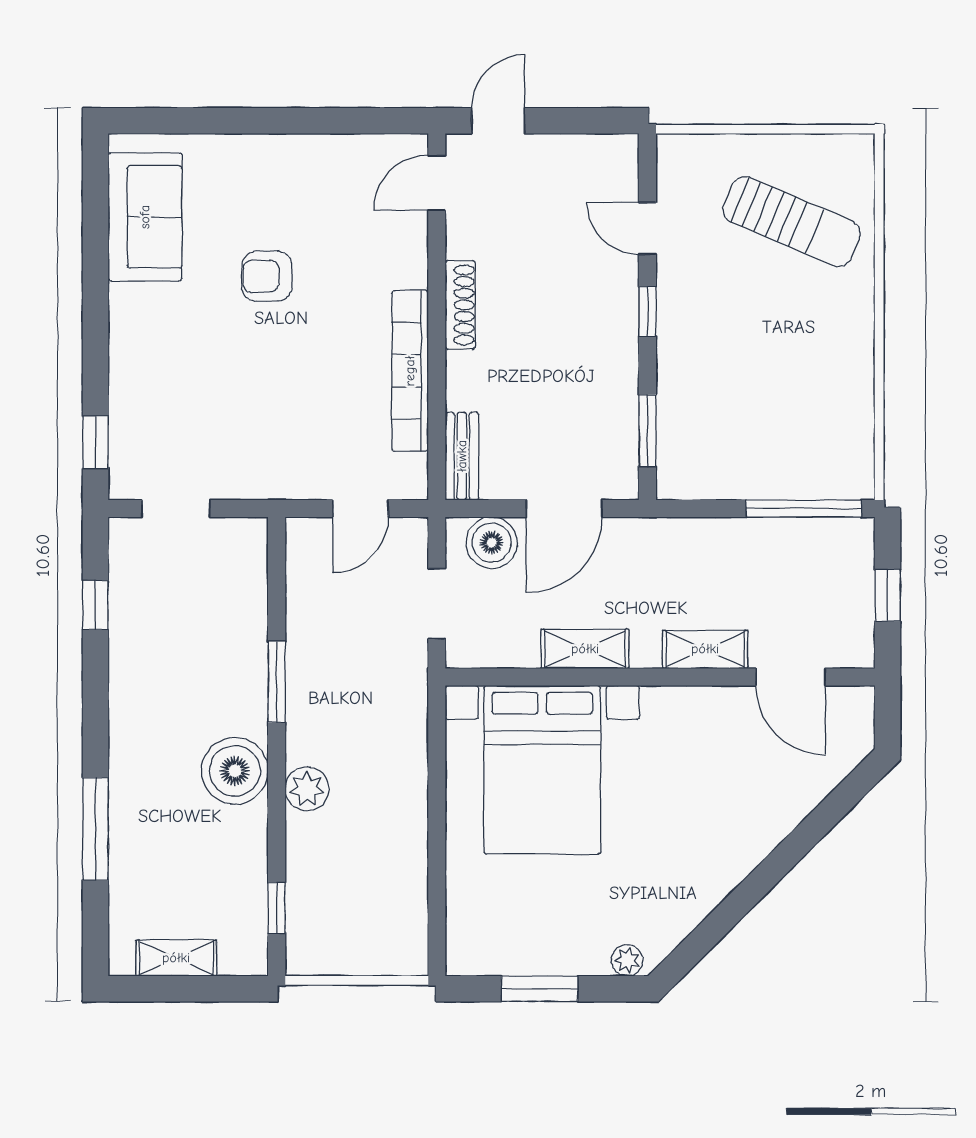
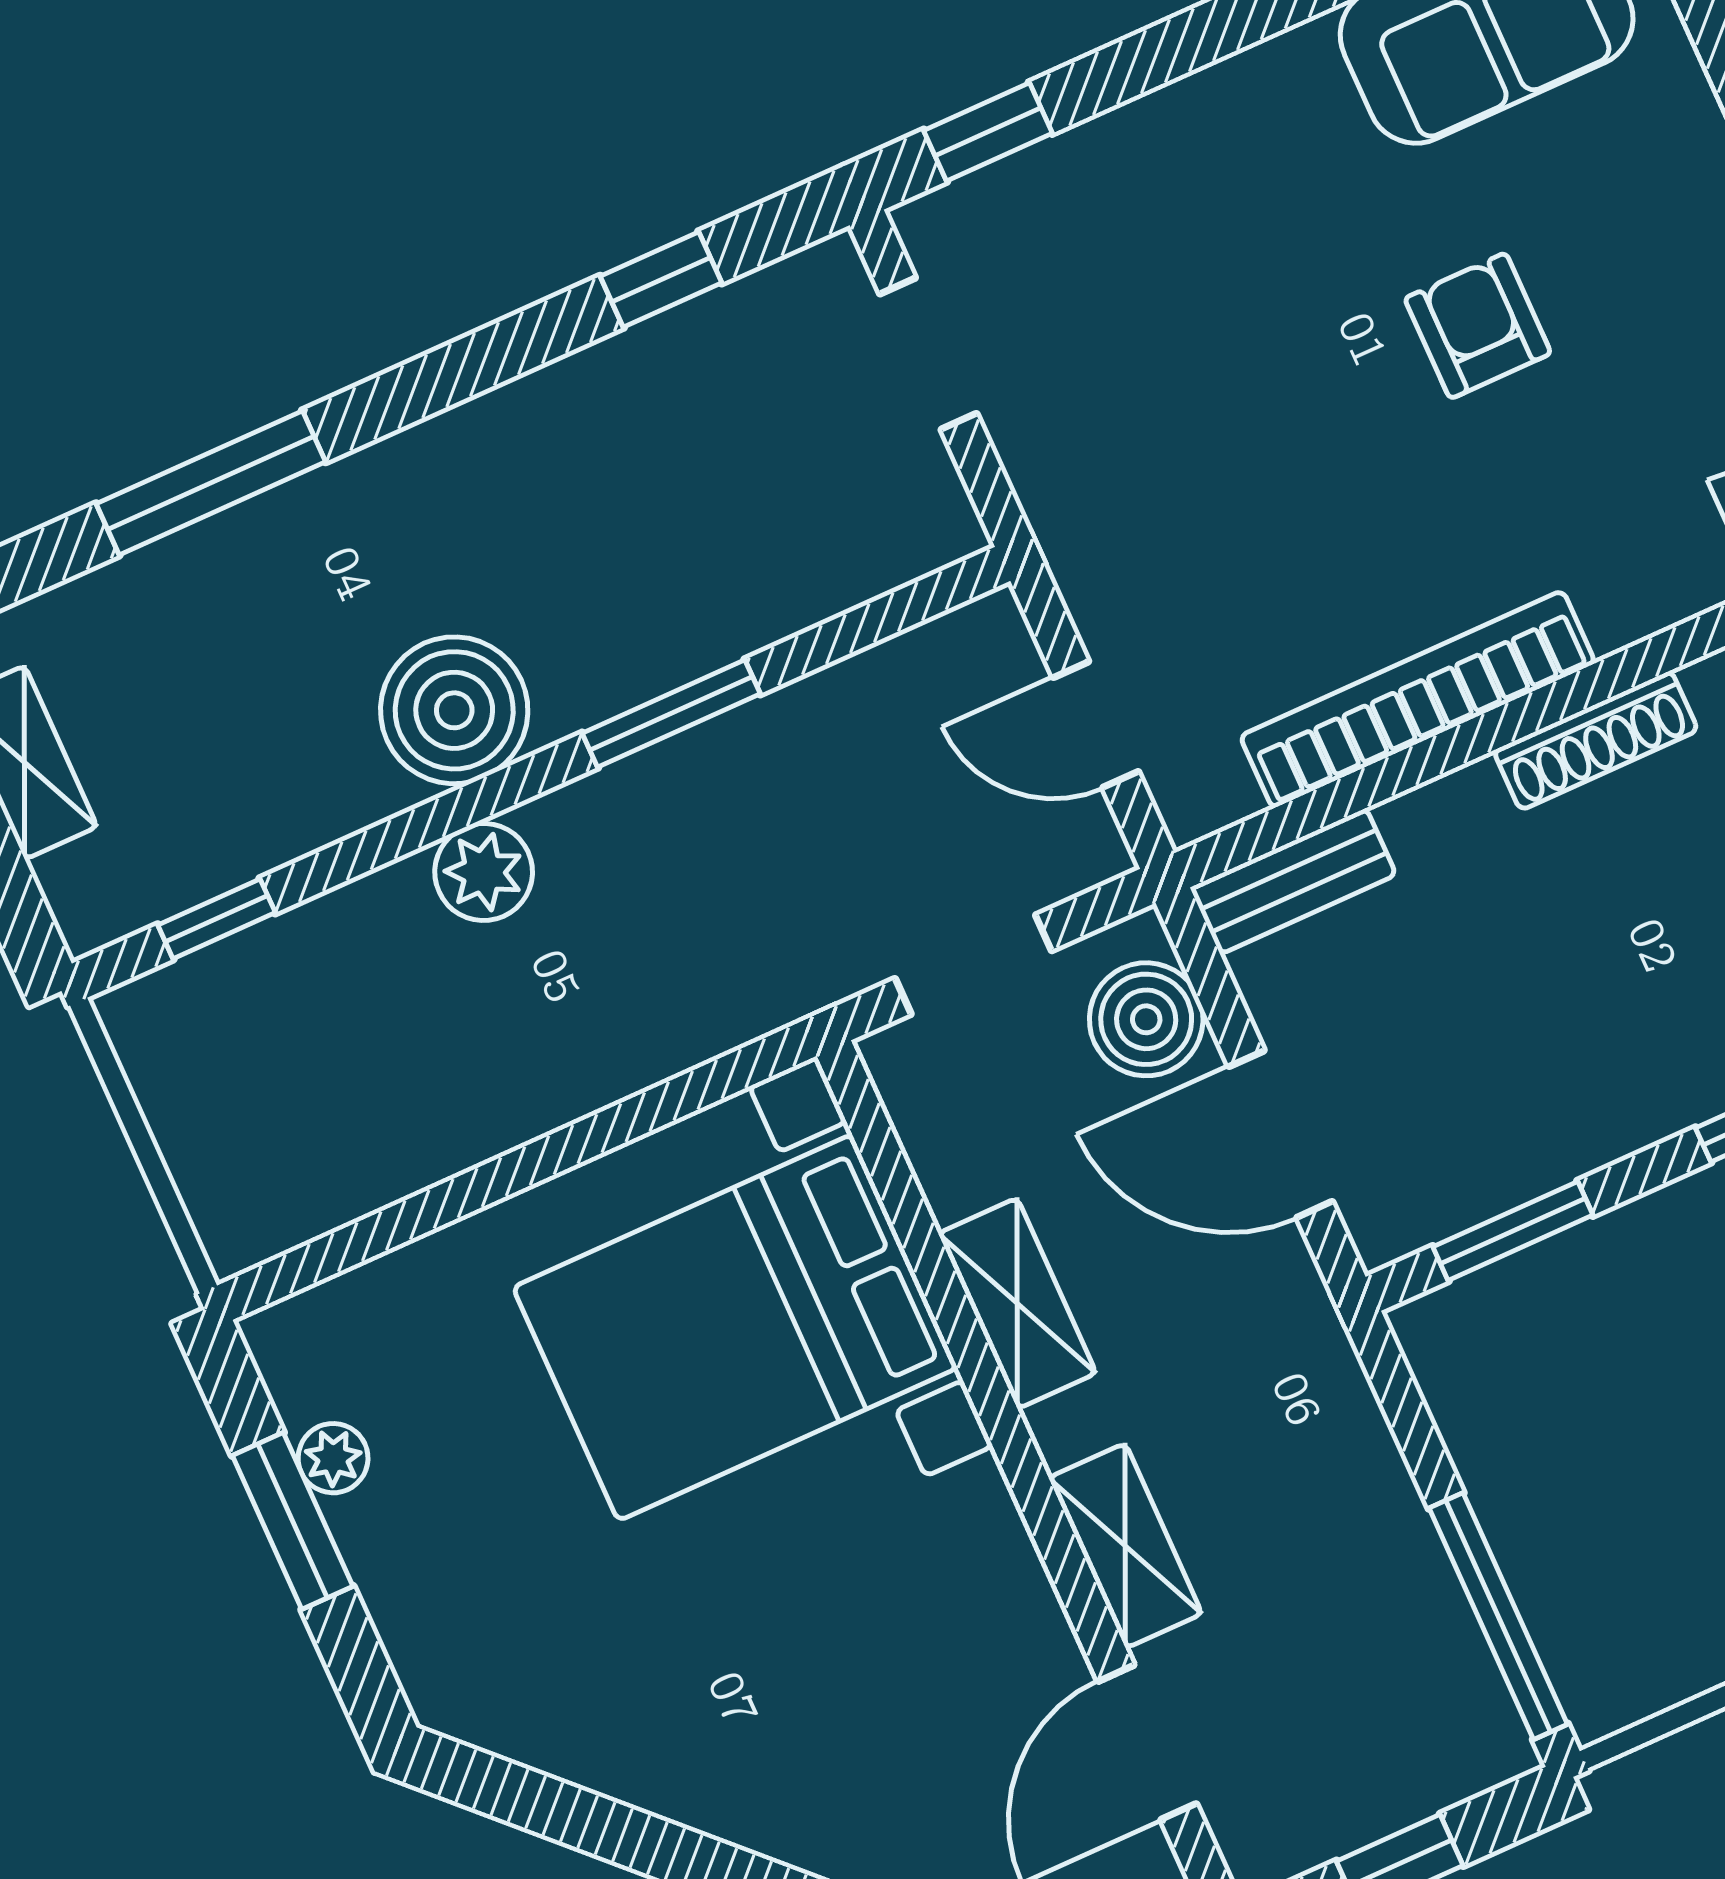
plant: (627, 960) -> (333, 1458), moved

